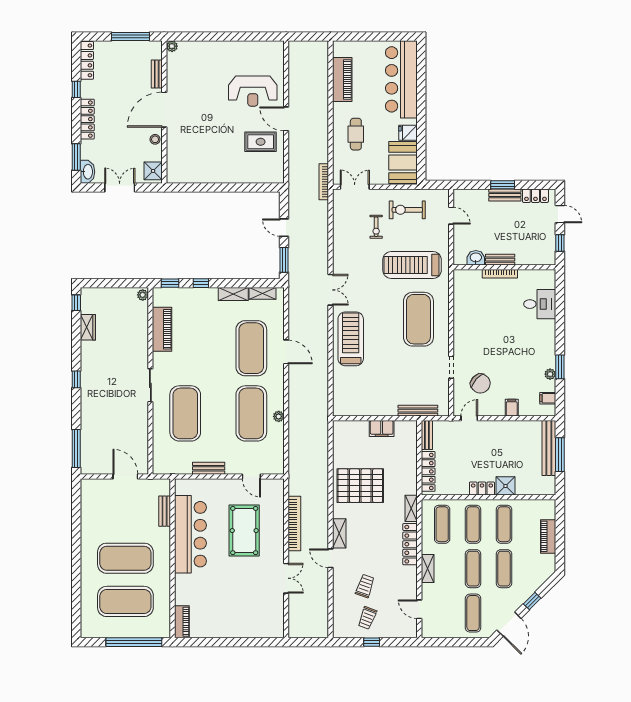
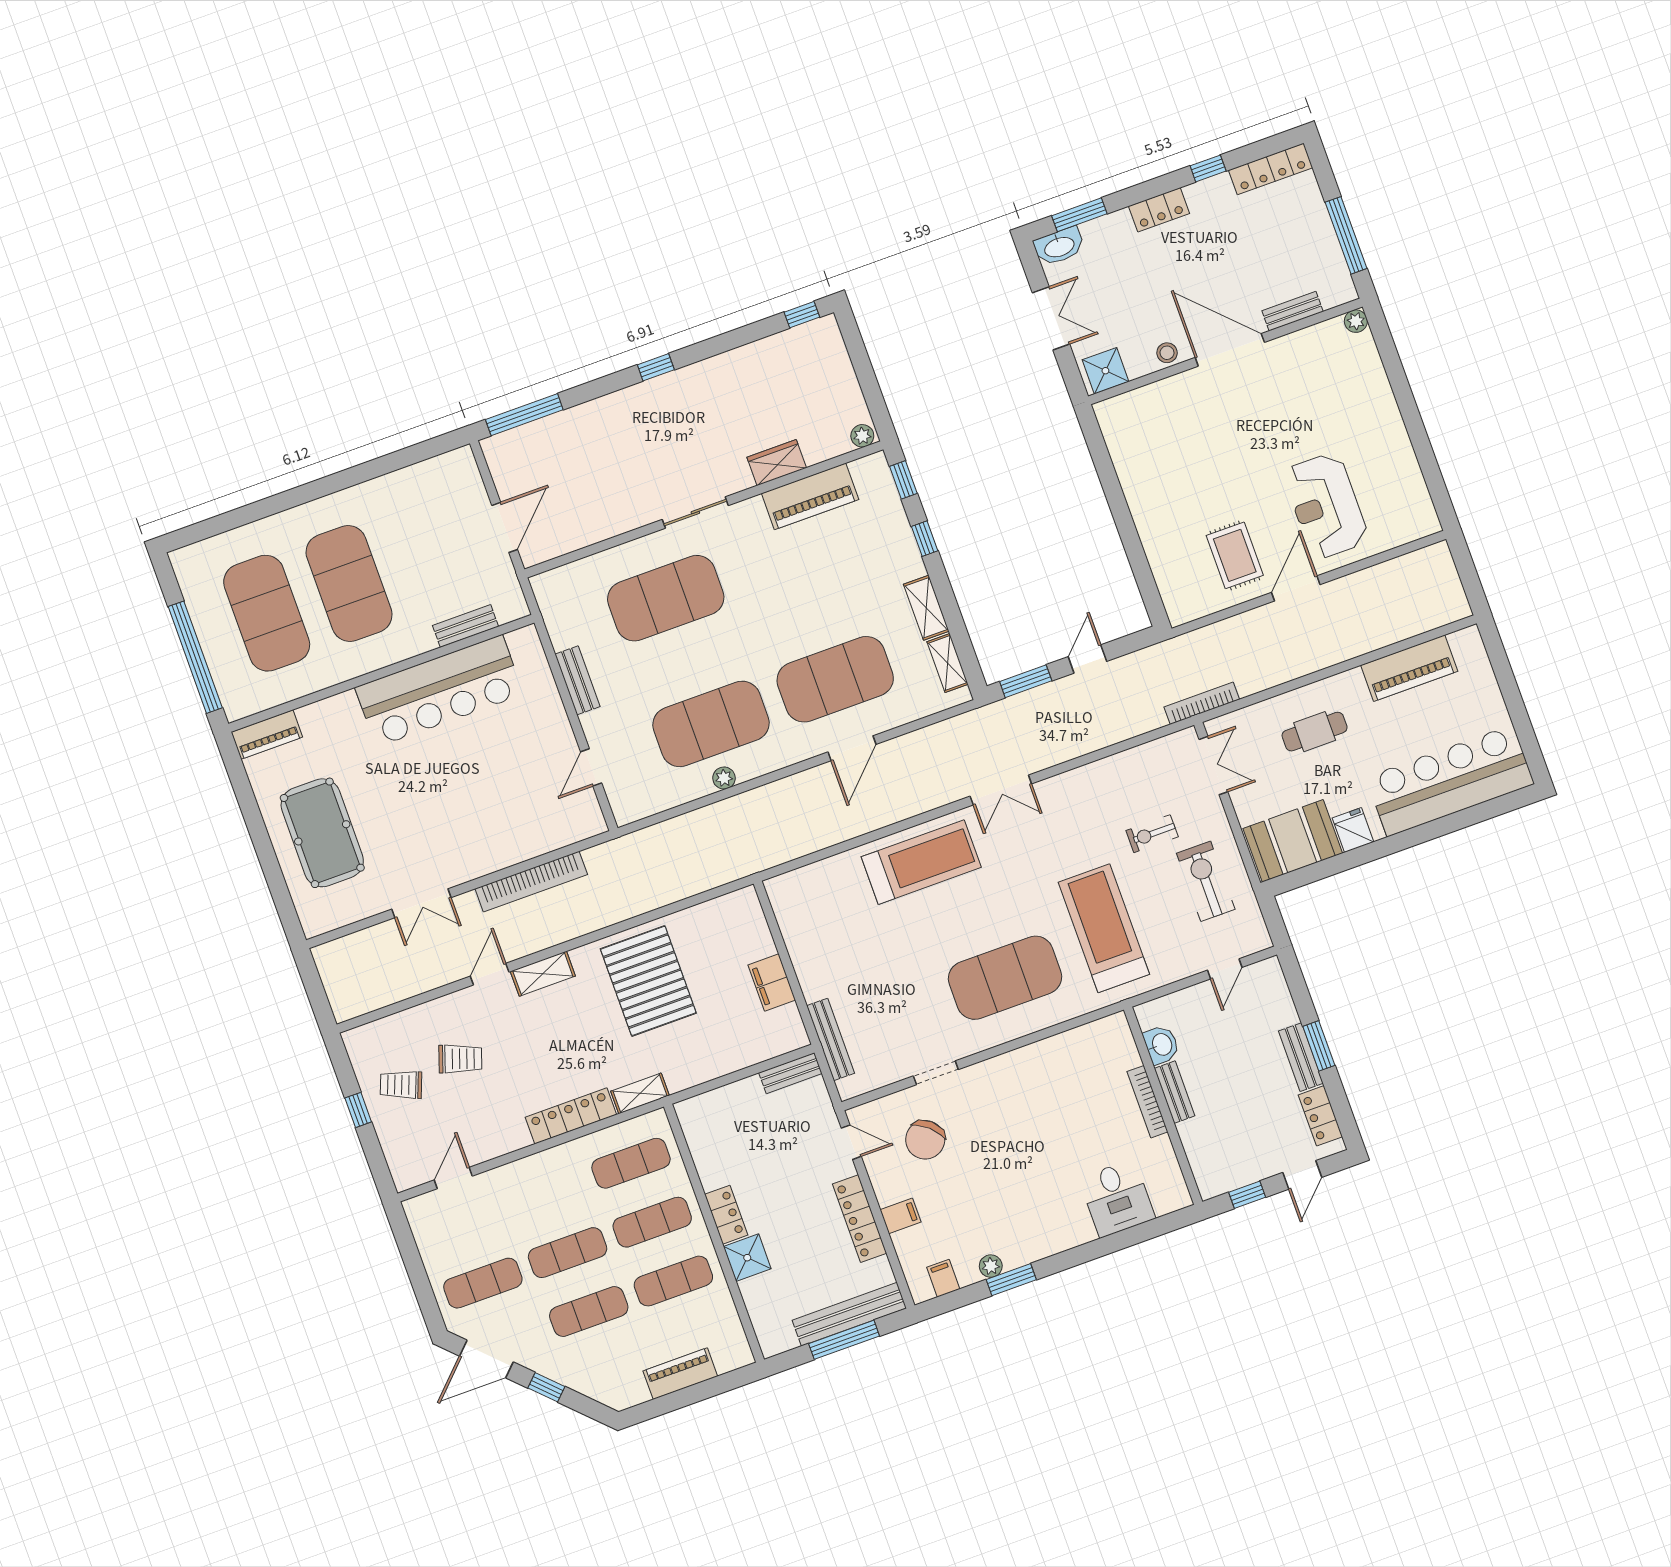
locker: (87, 119) -> (1159, 210), width x0.66
wardrobe: (88, 327) -> (777, 463), moved, turned 180
locker: (428, 471) -> (860, 1219), moved, turned 90
pool table: (244, 531) -> (322, 833), moved, turned 90
shelving: (428, 568) -> (537, 1166), removed

